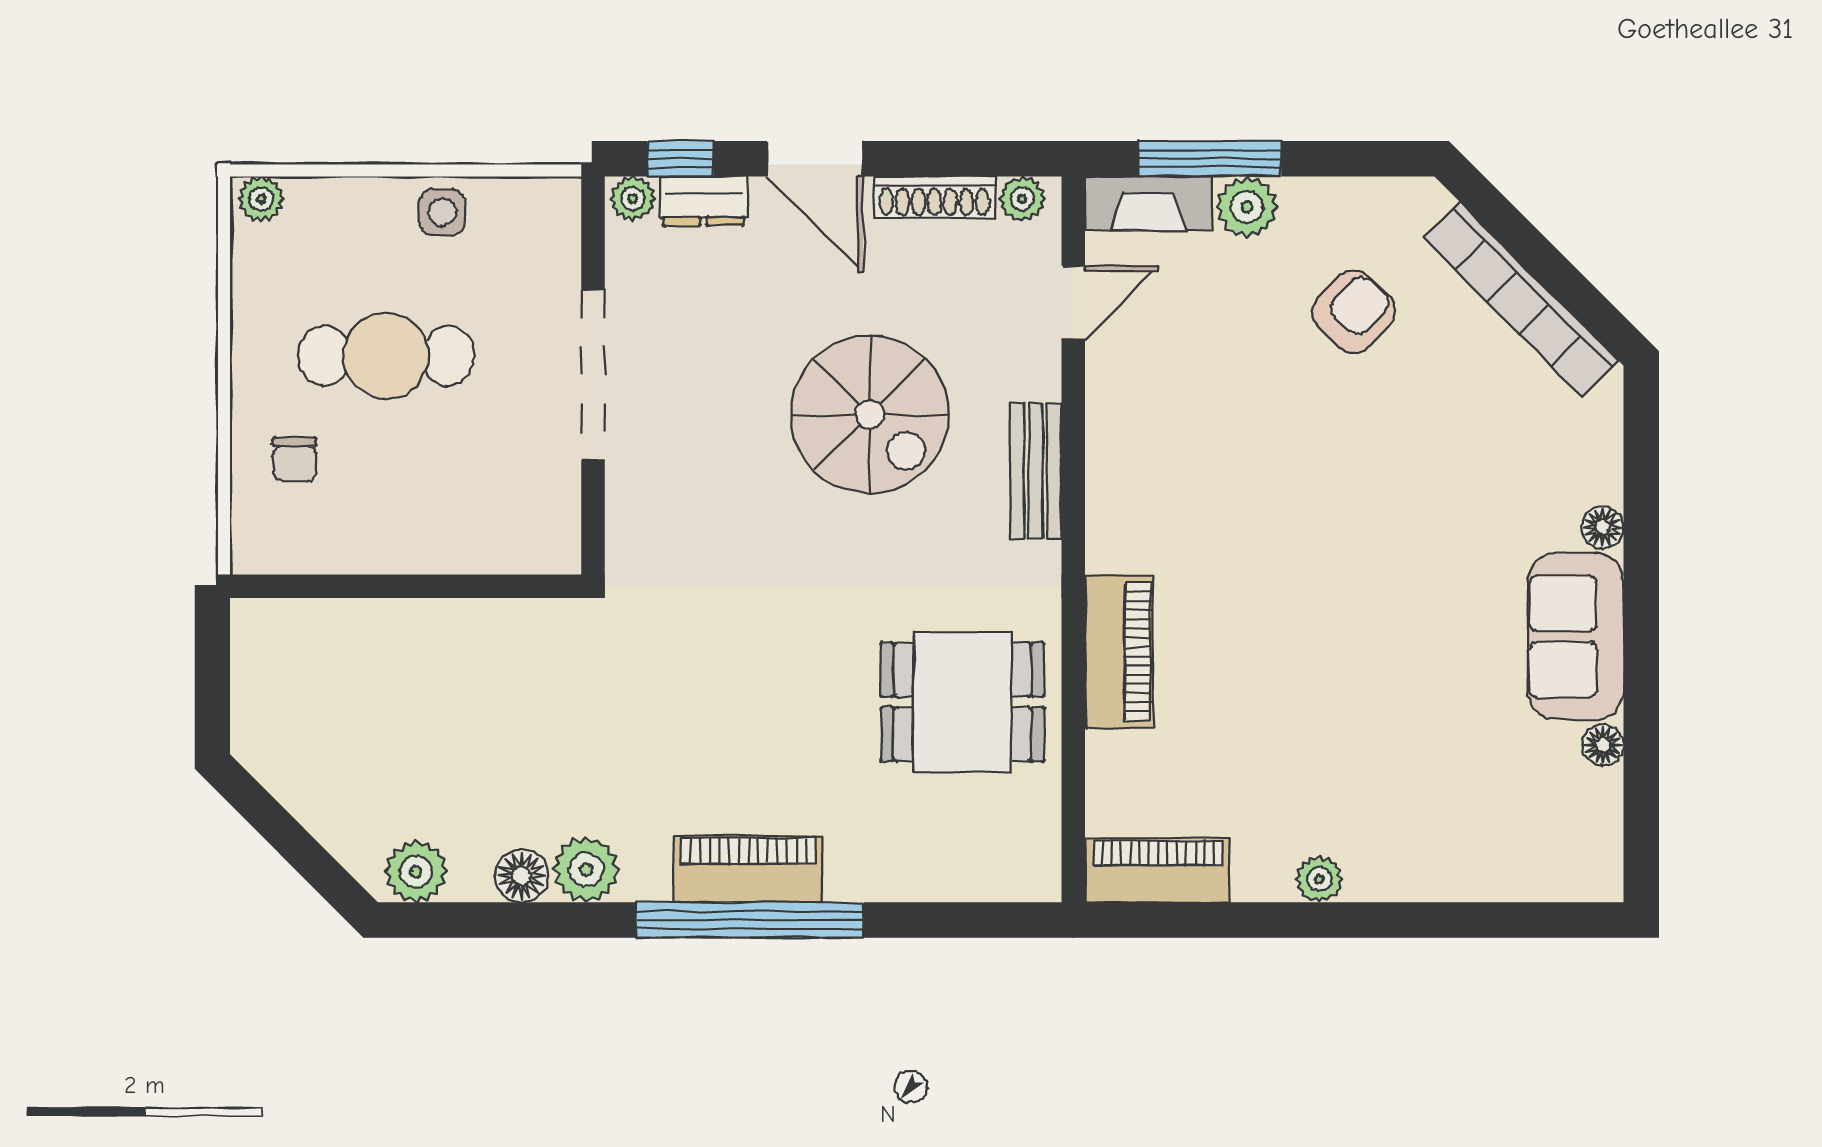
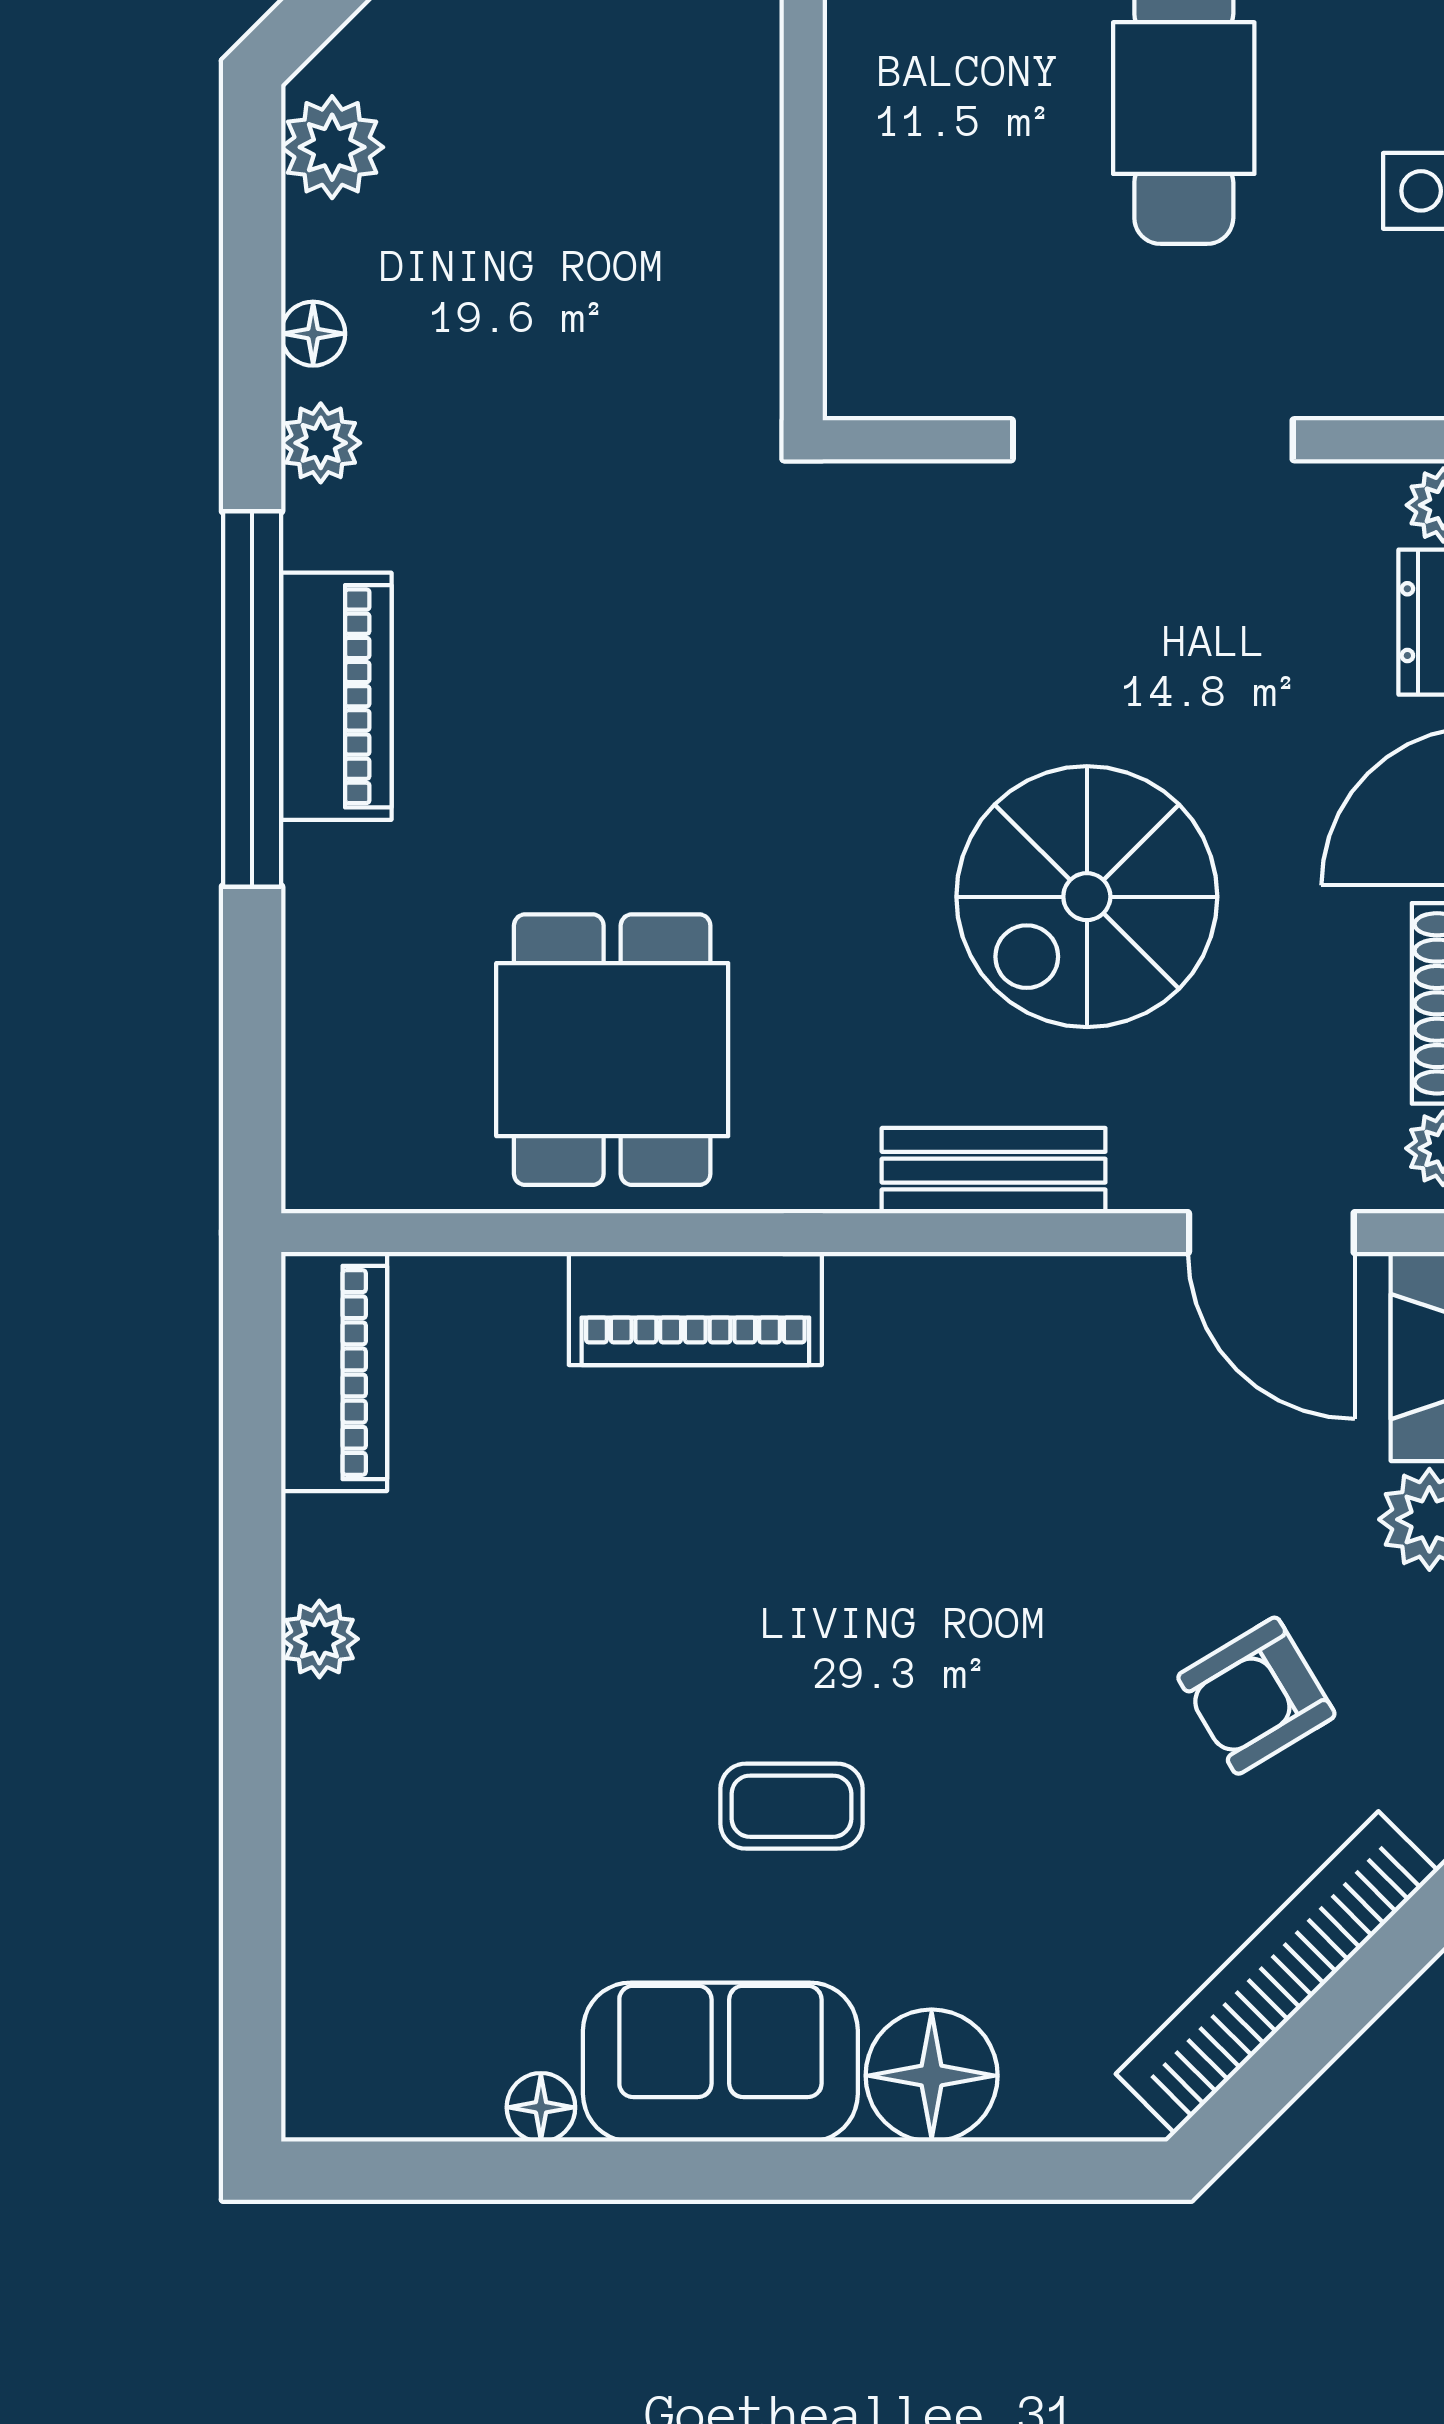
door: (1073, 303) -> (1271, 1233), width x1.38
armchair: (1354, 312) -> (1256, 1696), turned 106
floor lamp: (1603, 527) -> (932, 2076), width x1.89, depth x1.89
coffee table: (1421, 593) -> (792, 1806), added
plant: (586, 869) -> (321, 443), width x0.73, depth x0.73
floor lamp: (522, 876) -> (313, 334), width x0.73, depth x0.73

